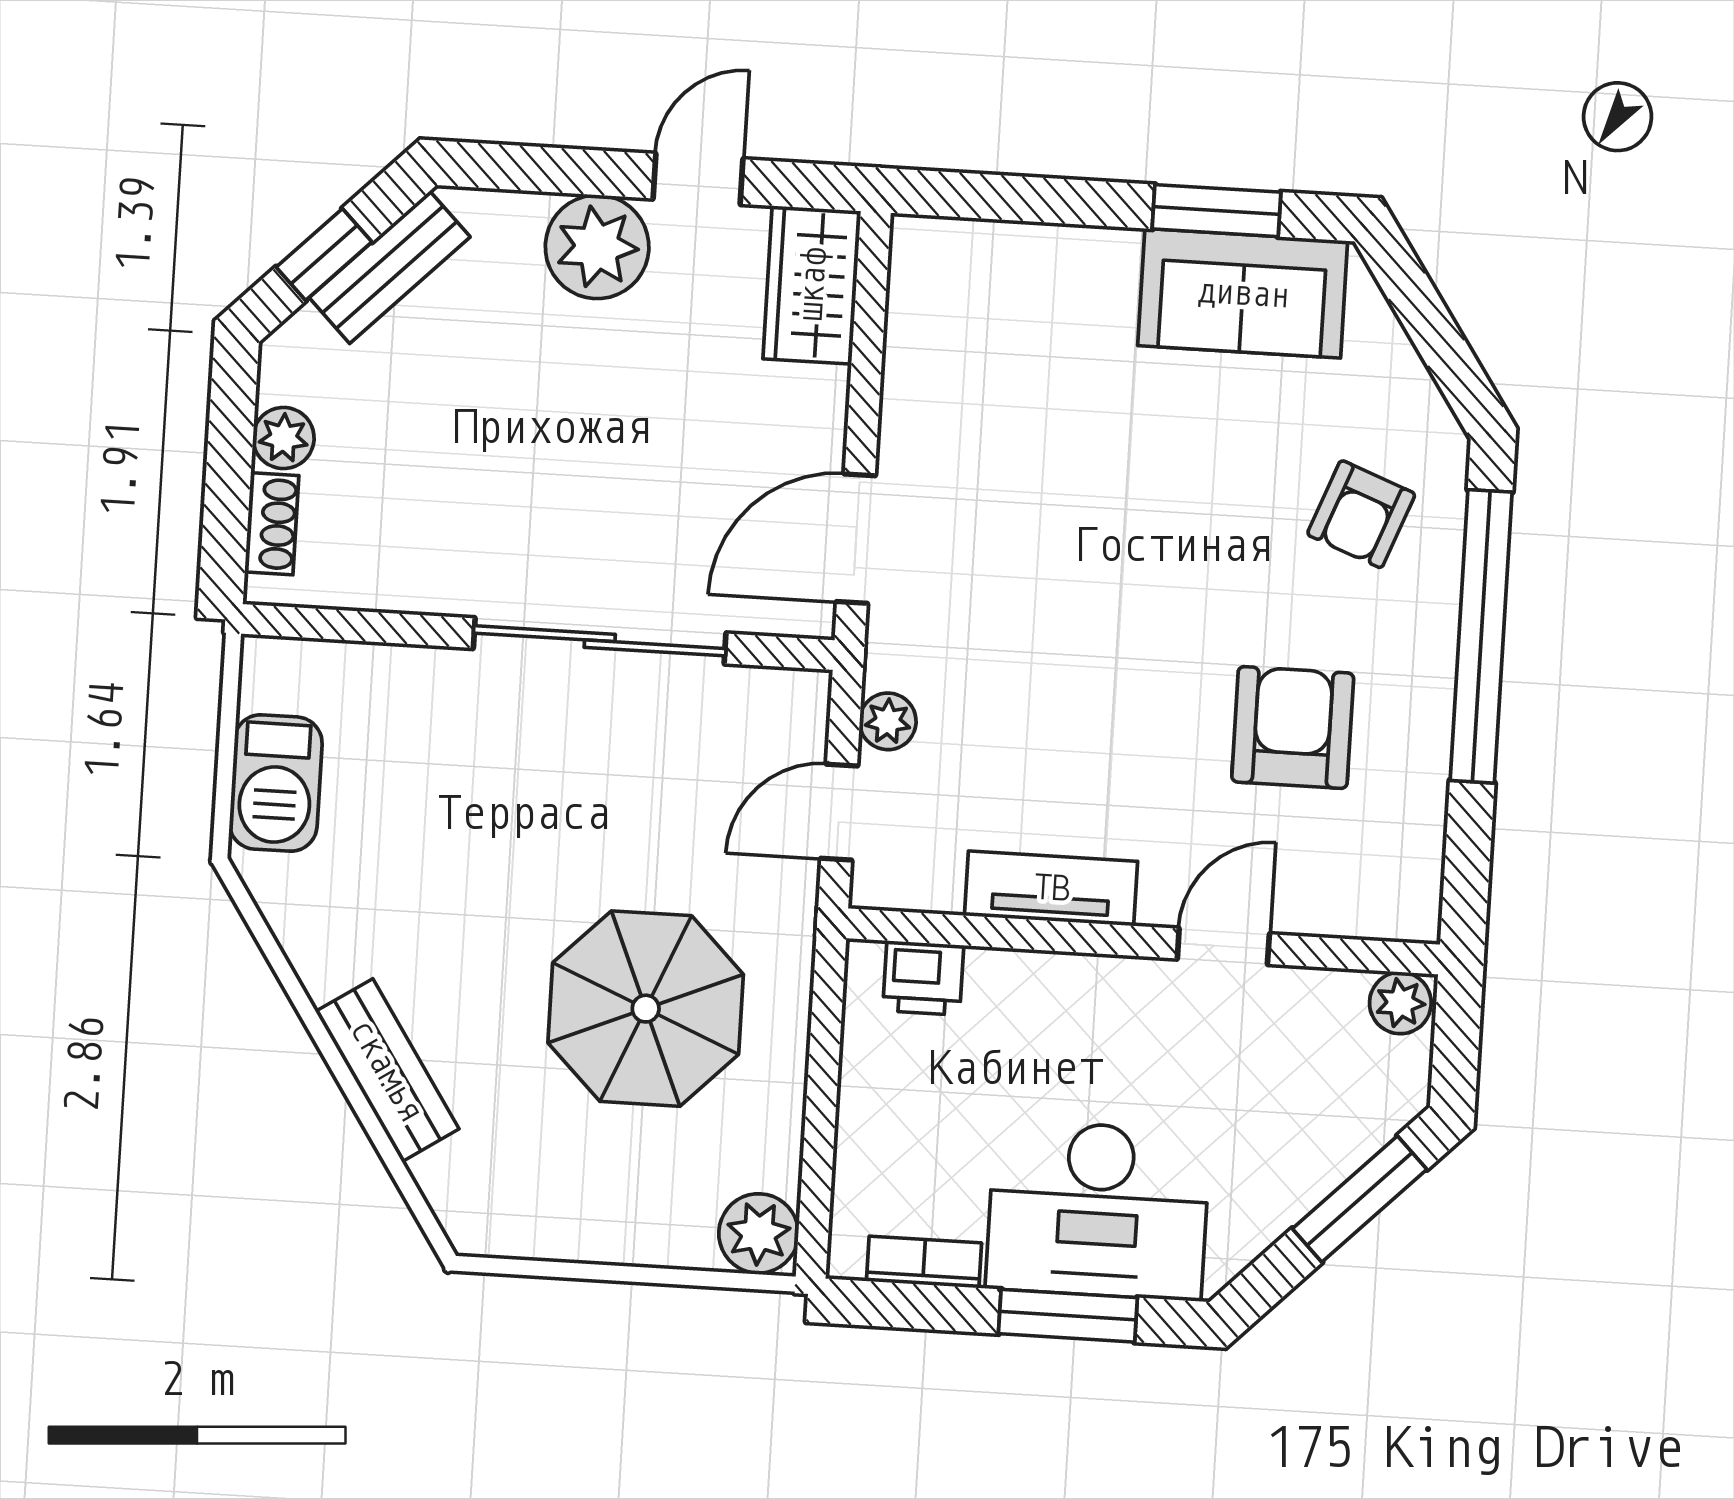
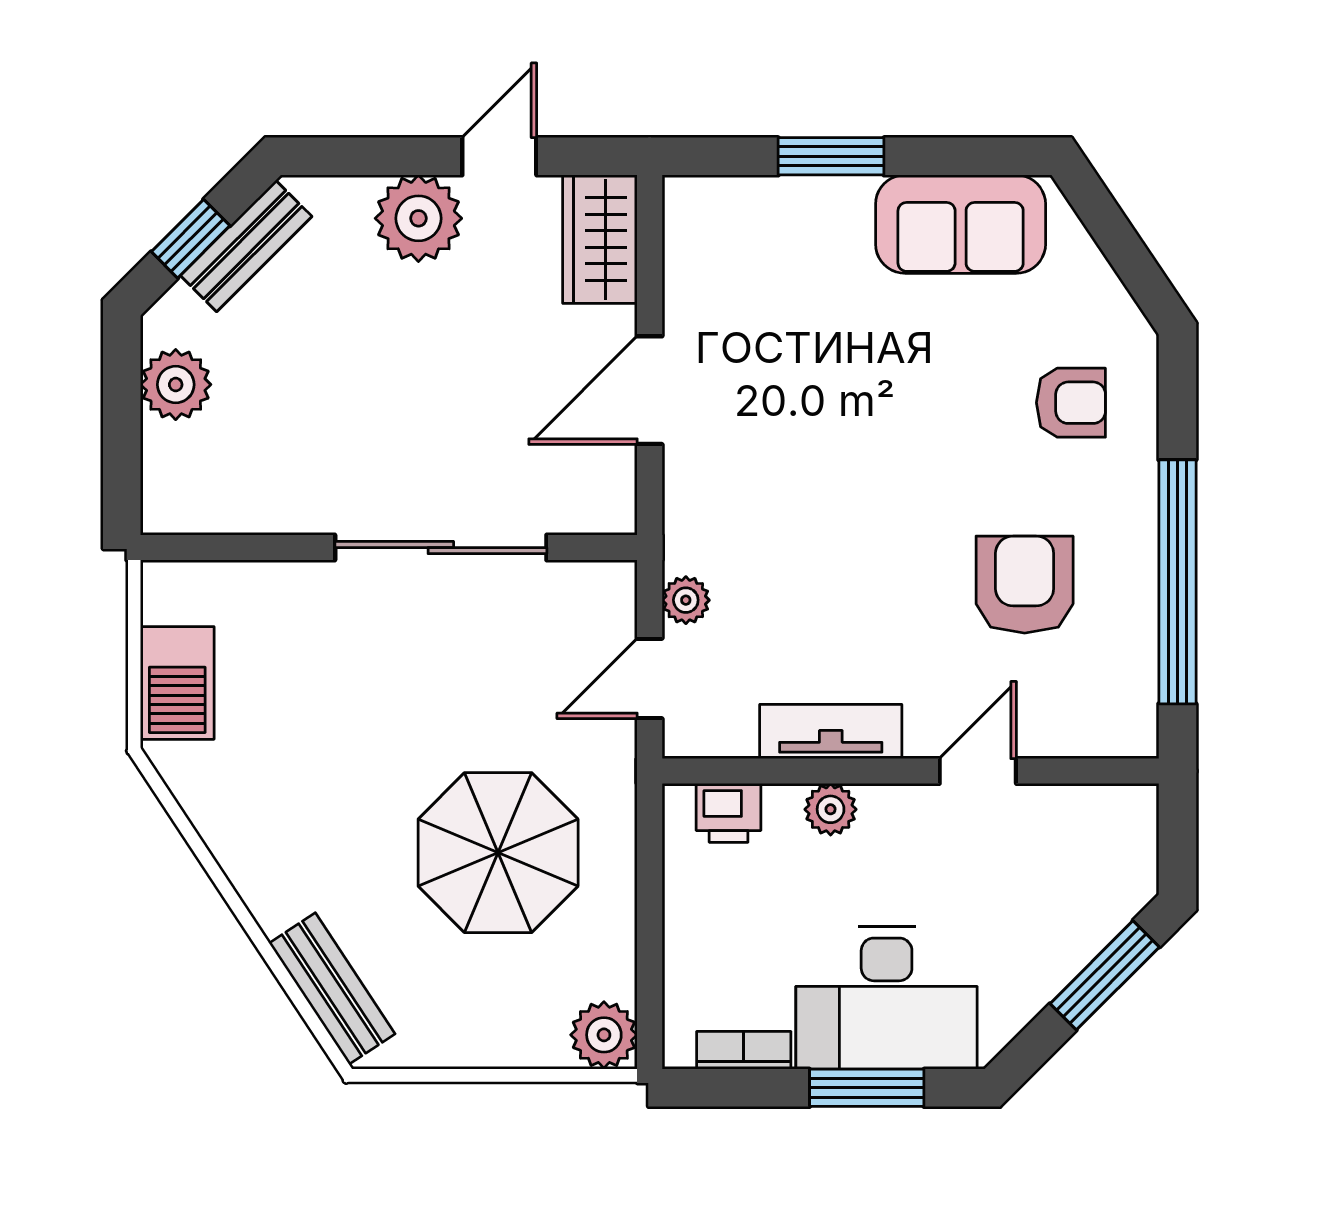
window: (1216, 211) -> (831, 156), moved
plant: (284, 438) -> (176, 385), width x1.38, depth x1.38
armchair: (1361, 514) -> (1071, 403), turned -111
shoe rack: (272, 524) -> (161, 466), removed
door: (856, 539) -> (650, 390), moved
window: (1481, 636) -> (1177, 582), moved
plant: (1400, 1003) -> (831, 809), moved
bench: (387, 1070) -> (332, 988), moved

